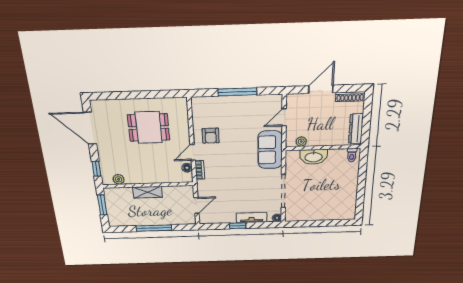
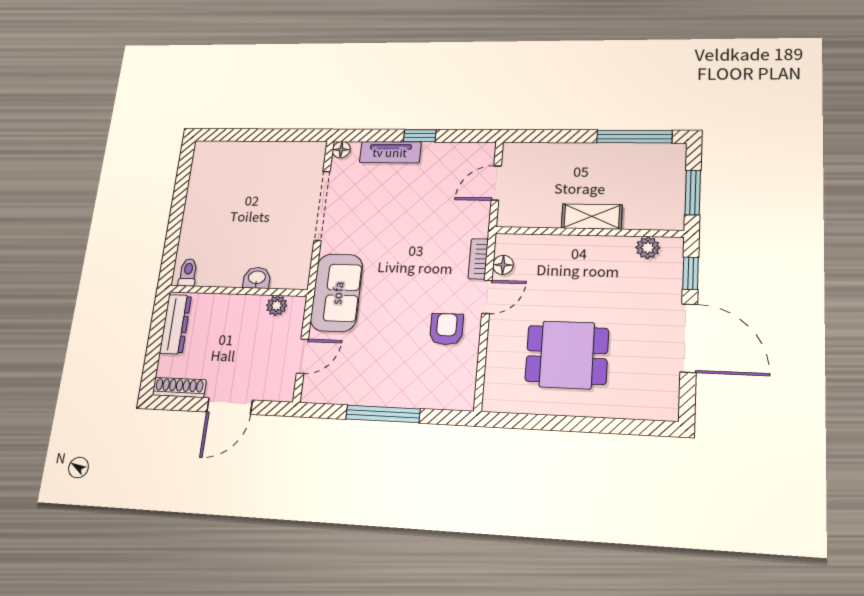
door: (90, 128) -> (689, 338), moved
washbasin: (314, 157) -> (257, 278), width x0.52, depth x0.69
window: (154, 228) -> (634, 137), moved

